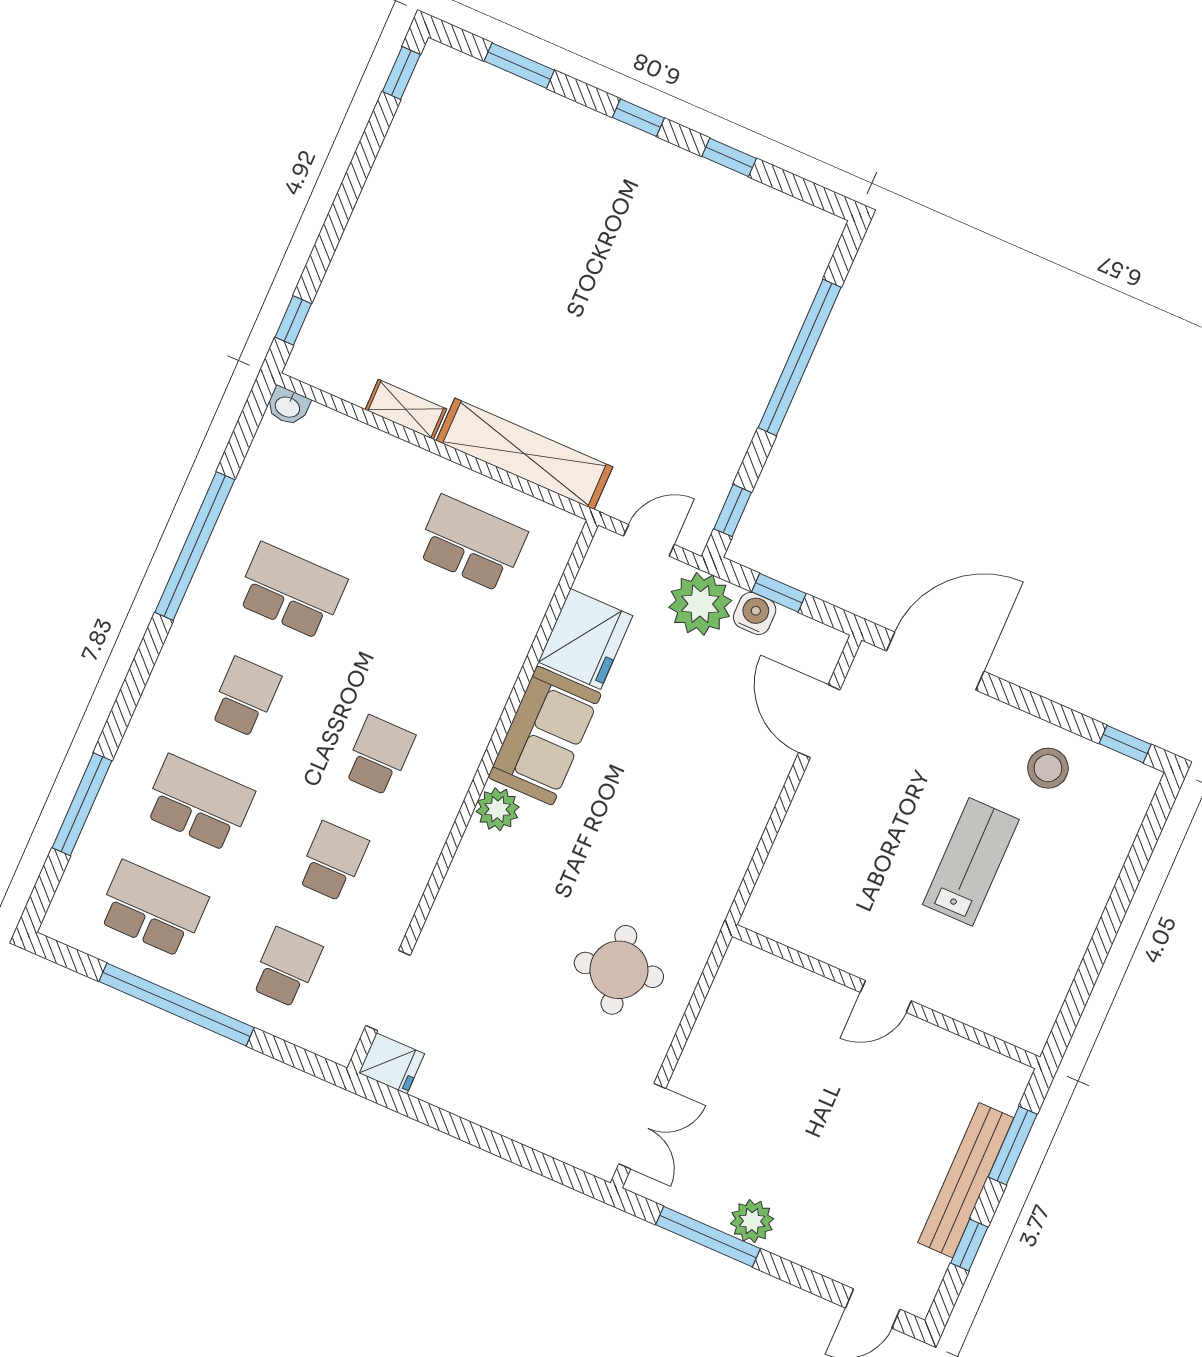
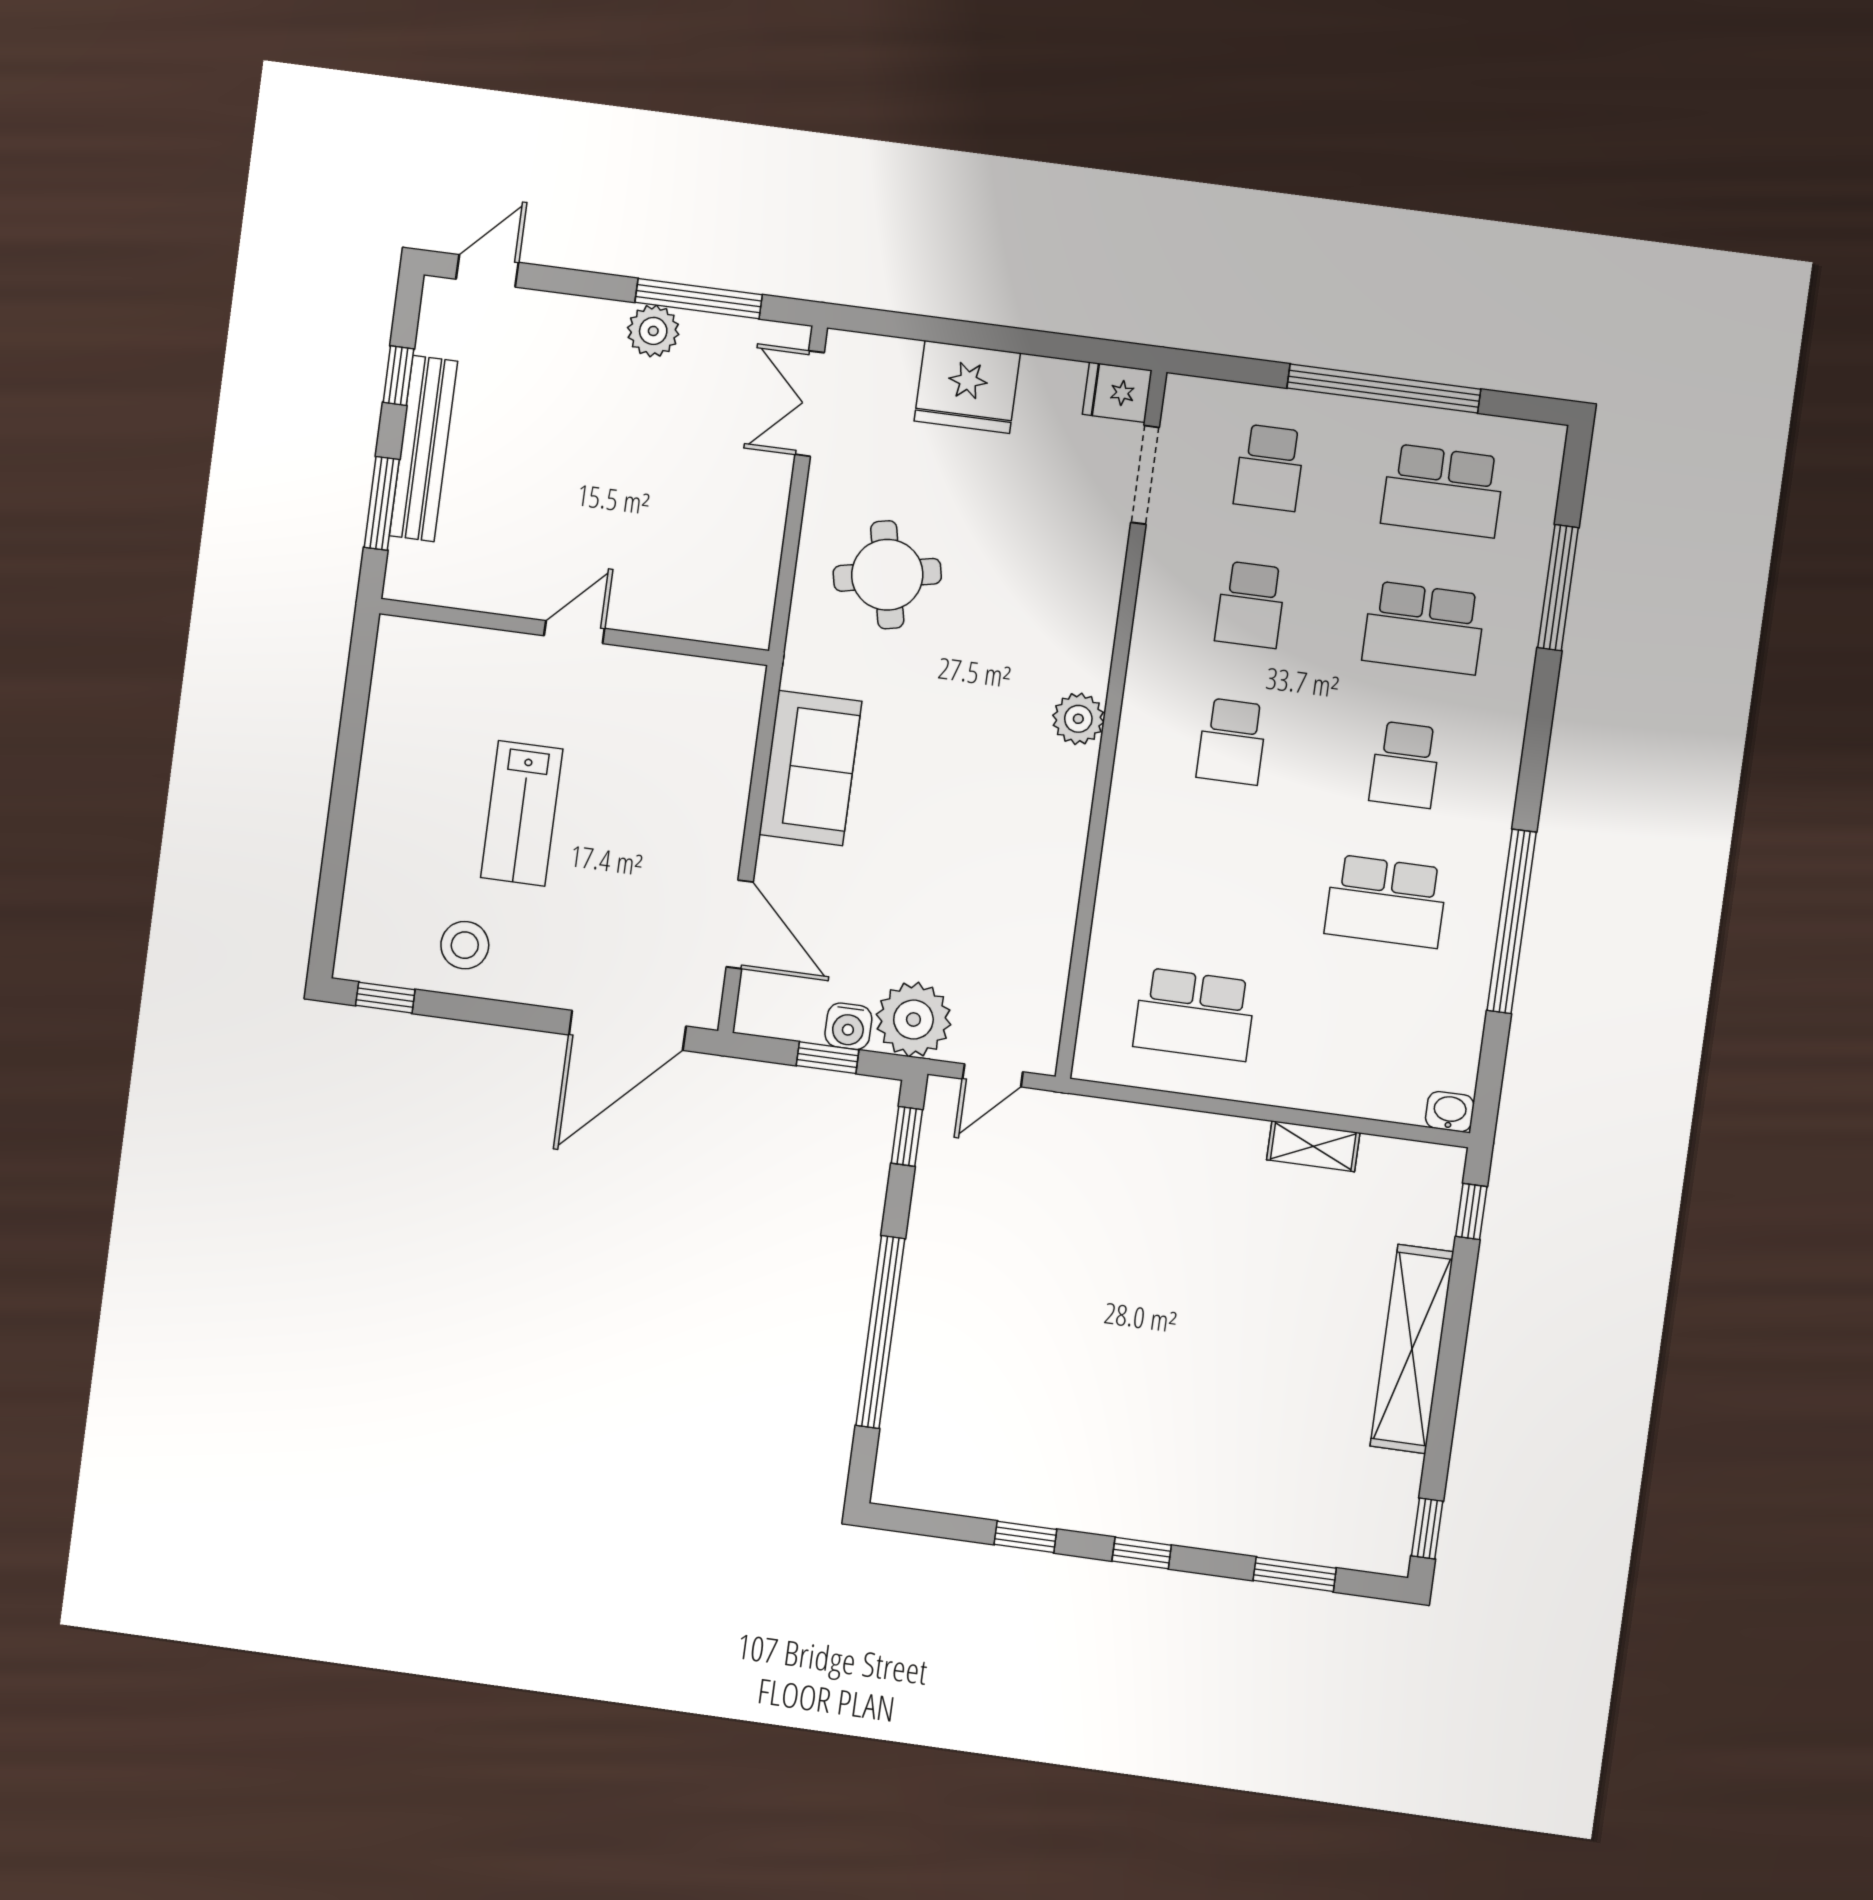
shelving: (524, 454) -> (1412, 1349), moved, turned 90
fridge: (585, 639) -> (967, 387), moved, turned -90
sofa: (545, 736) -> (810, 768), moved, turned 180

